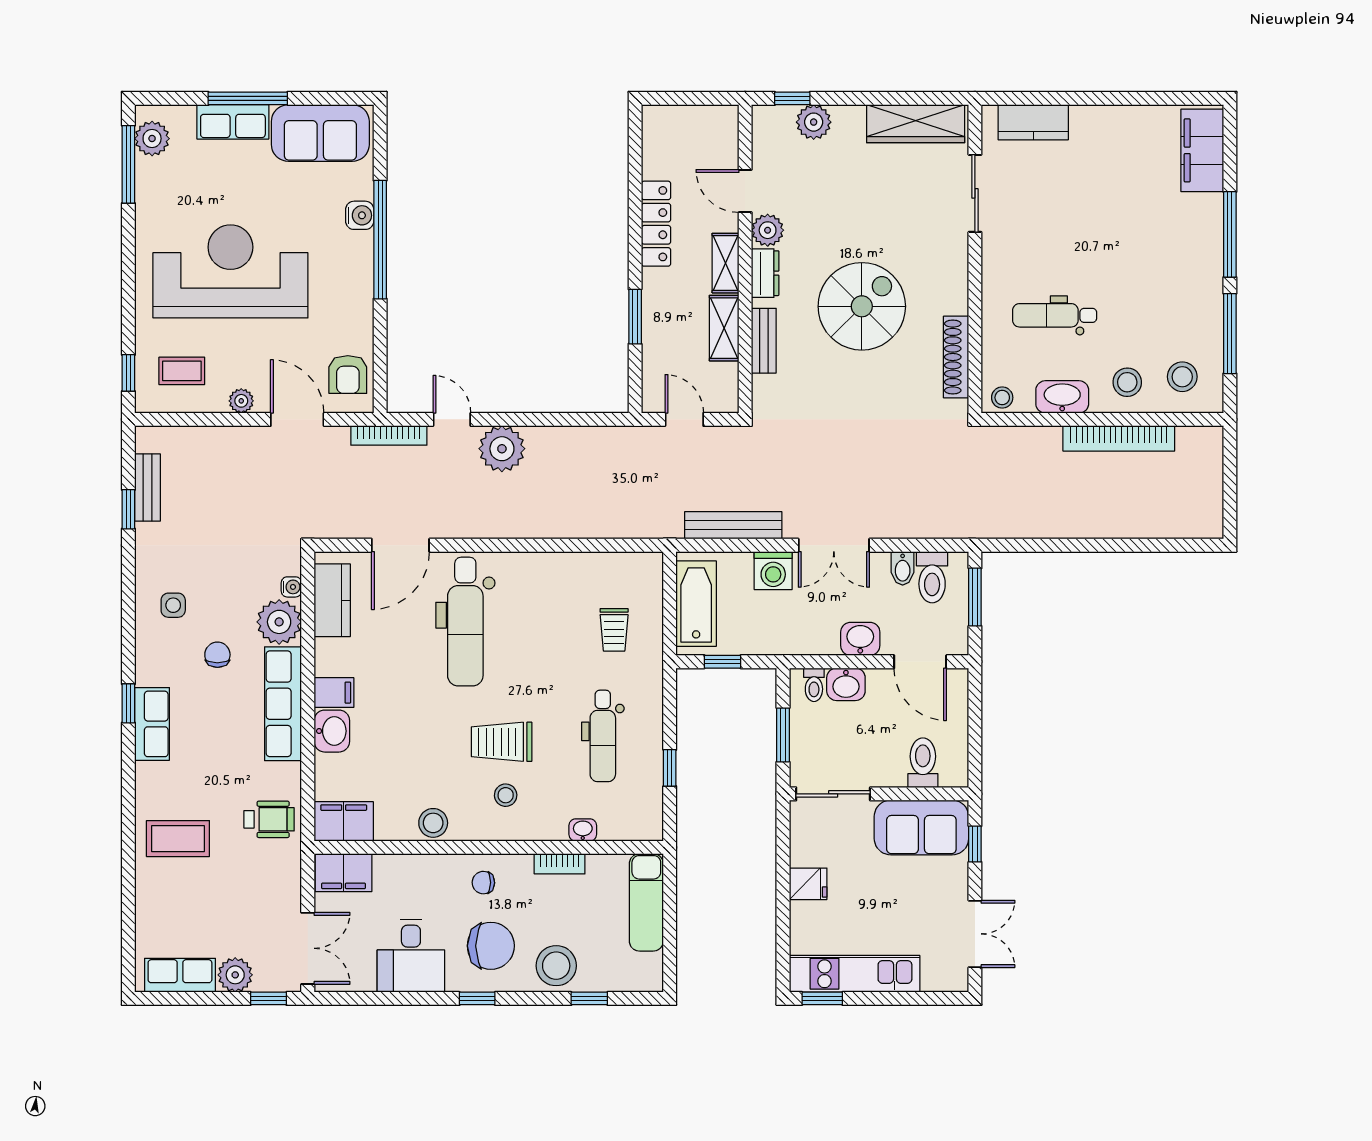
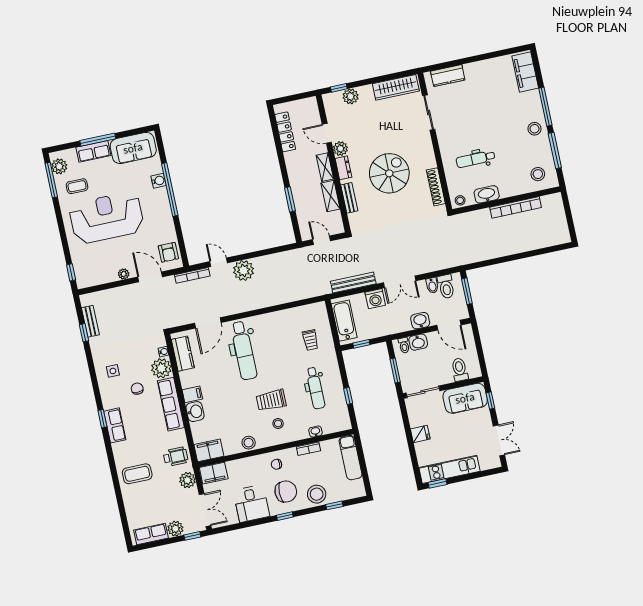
locker: (656, 224) -> (285, 132), moved
coffee table: (182, 371) -> (77, 186), moved
stool: (1127, 382) -> (535, 129), moved
plant: (284, 876) -> (187, 480), added

